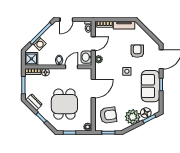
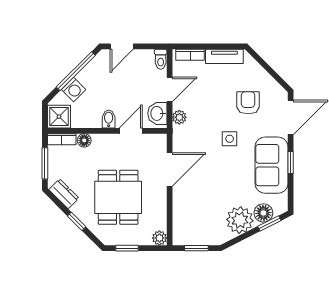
armchair: (108, 115) -> (196, 217), removed

